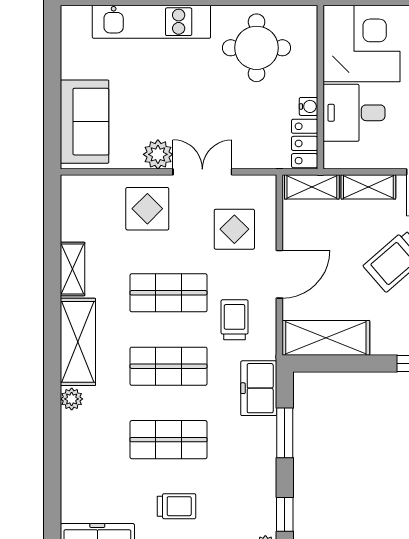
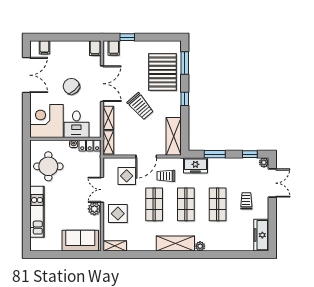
shelving: (73, 269) -> (115, 246), moved
door: (279, 274) -> (146, 156), swing flipped

